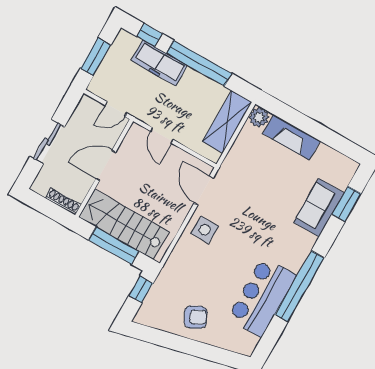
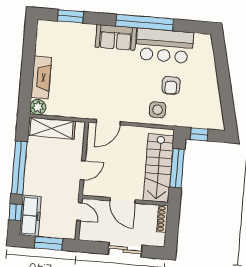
freezer: (159, 63) -> (30, 216), moved
sofa: (319, 208) -> (116, 37), moved
side table: (205, 230) -> (158, 110), moved
armchair: (195, 317) -> (171, 85), moved, turned -153

